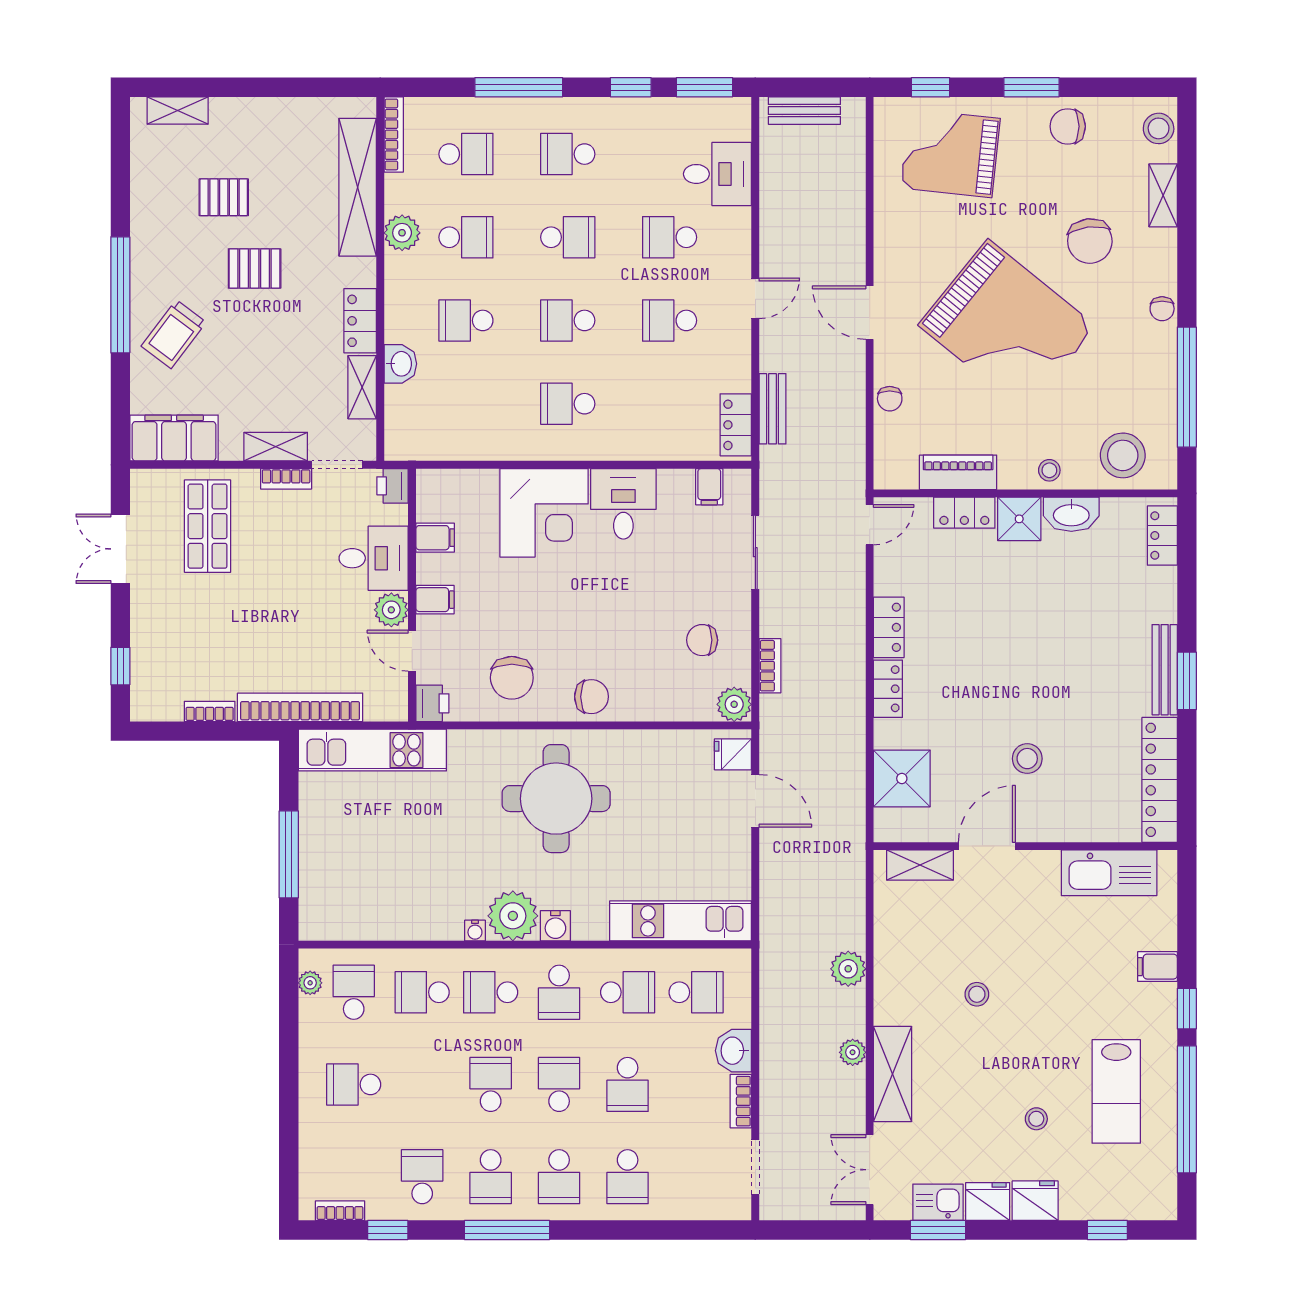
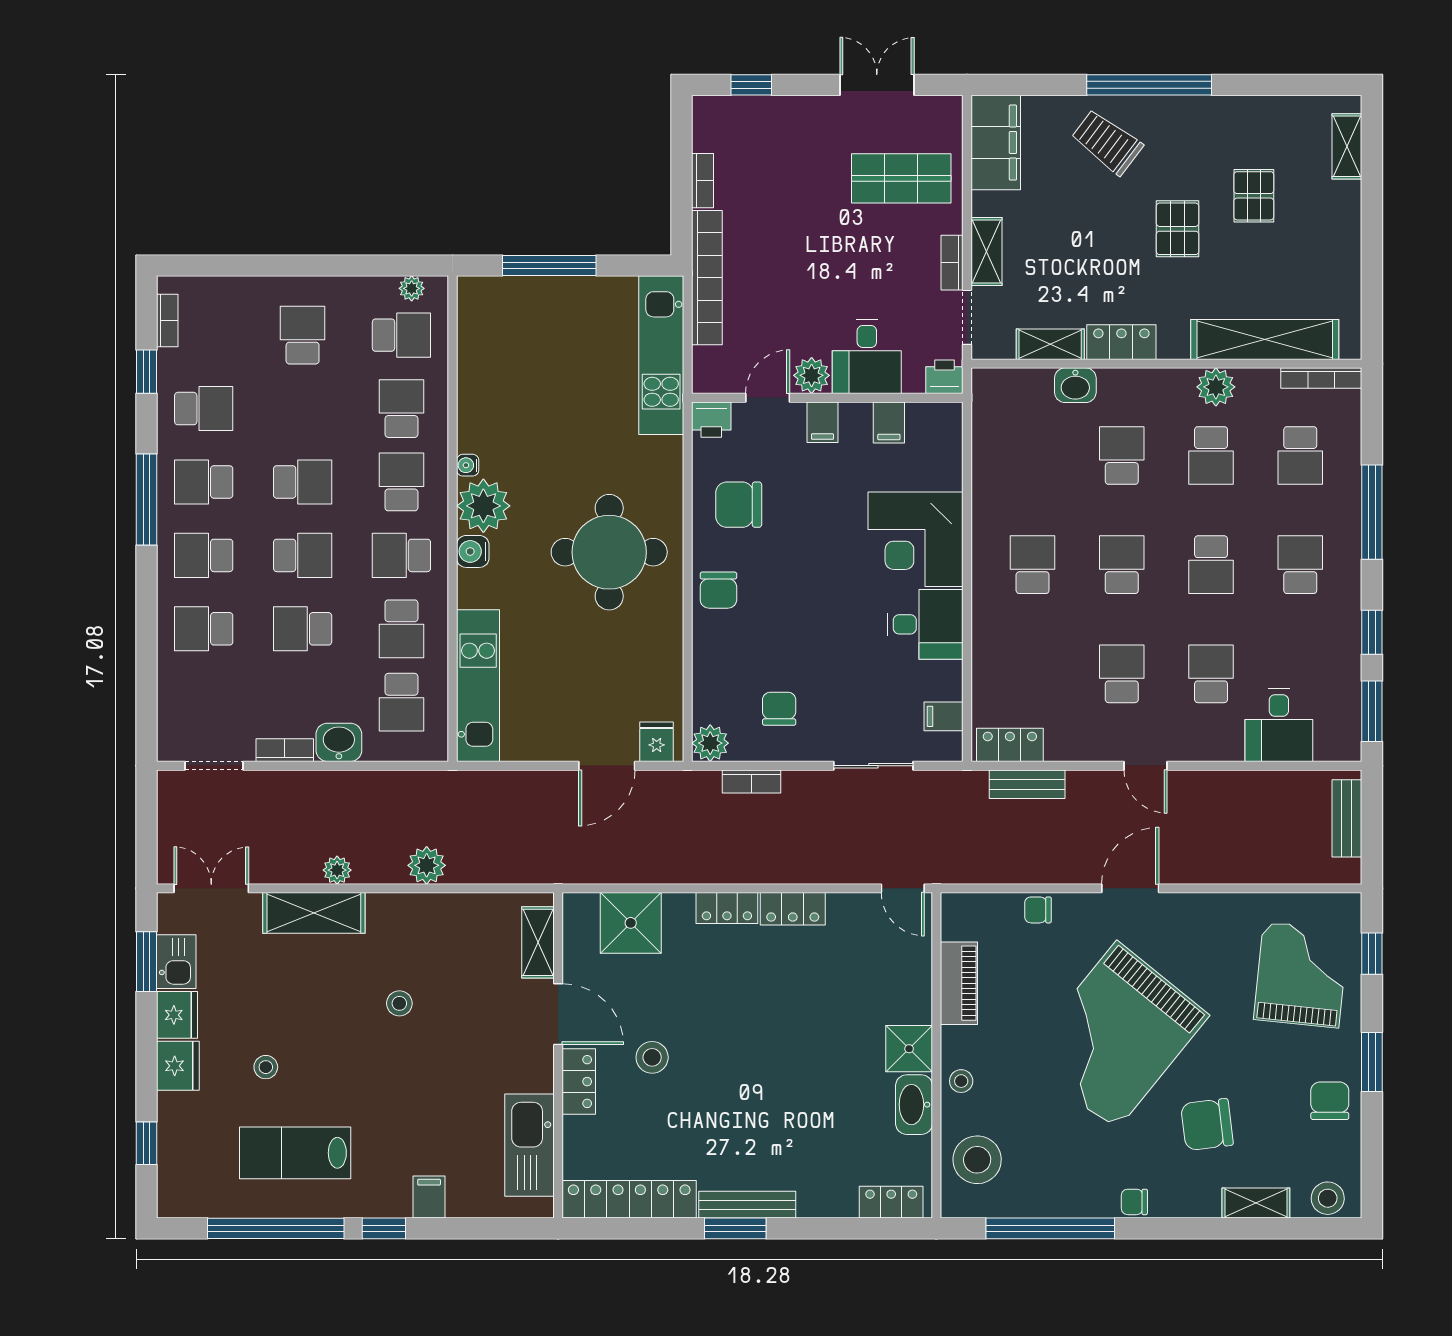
locker: (964, 513) -> (579, 1082), moved, turned 180

